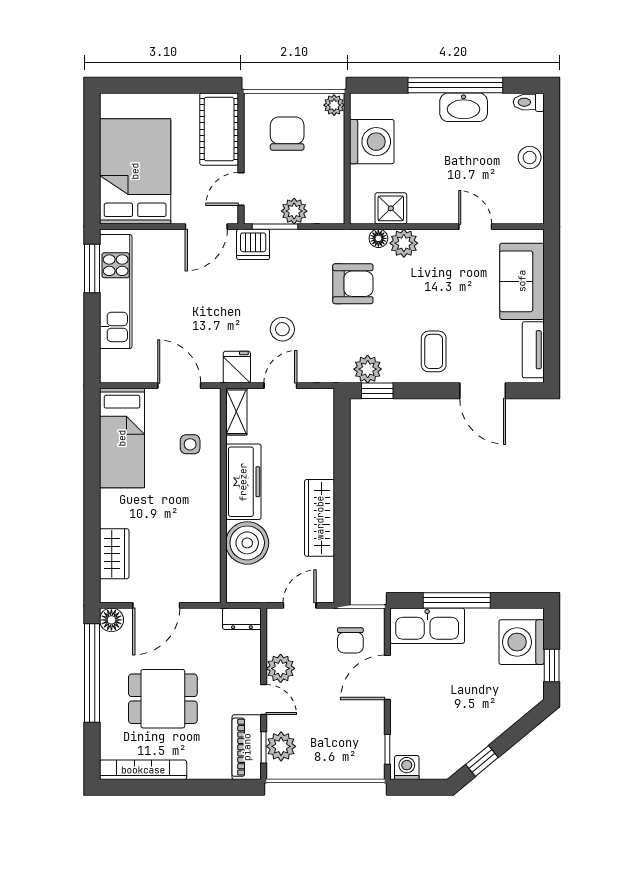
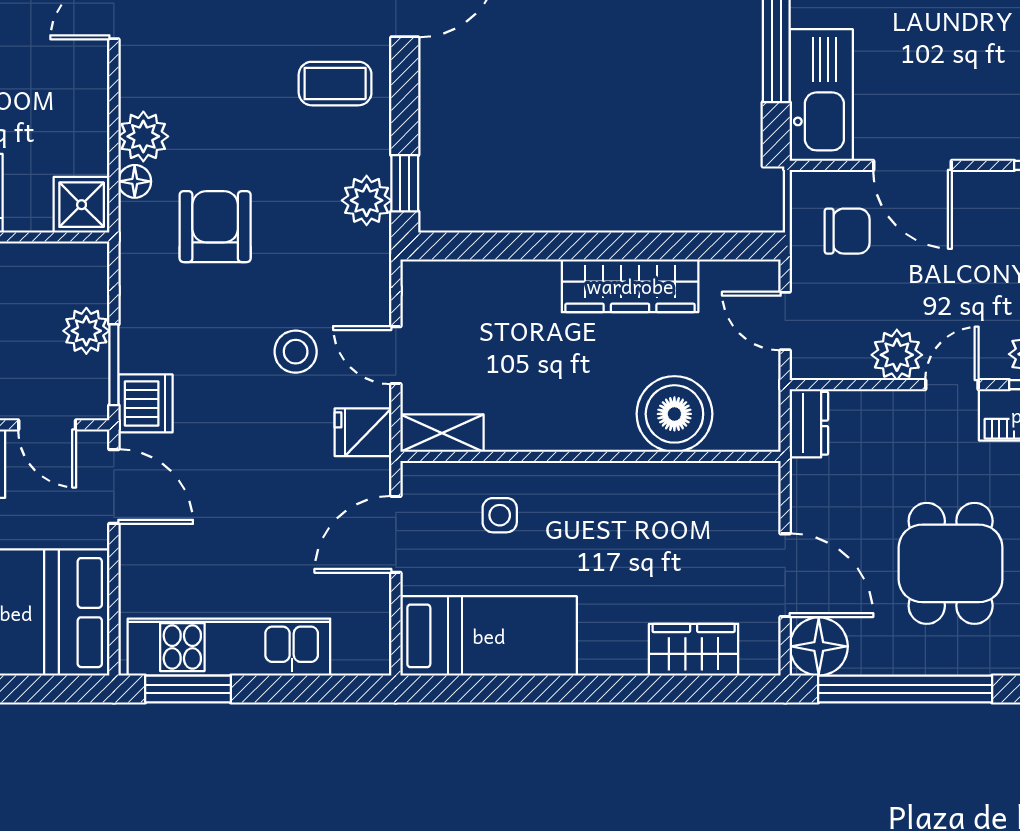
shower: (391, 208) -> (82, 205), moved
freezer: (243, 482) -> (566, 421), removed
floor lamp: (111, 620) -> (819, 646), width x1.38, depth x1.38

